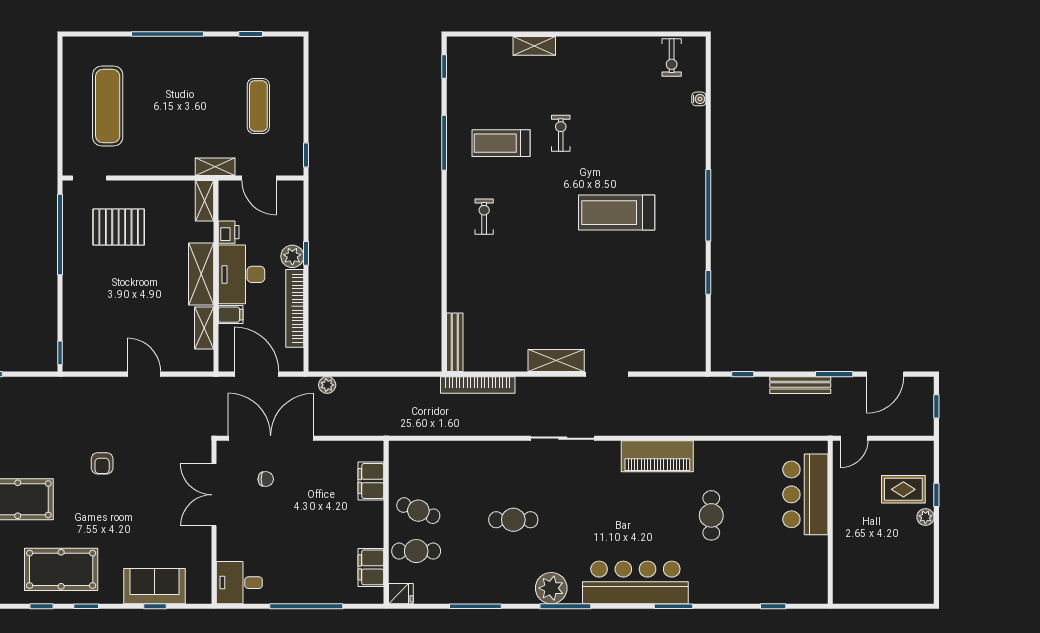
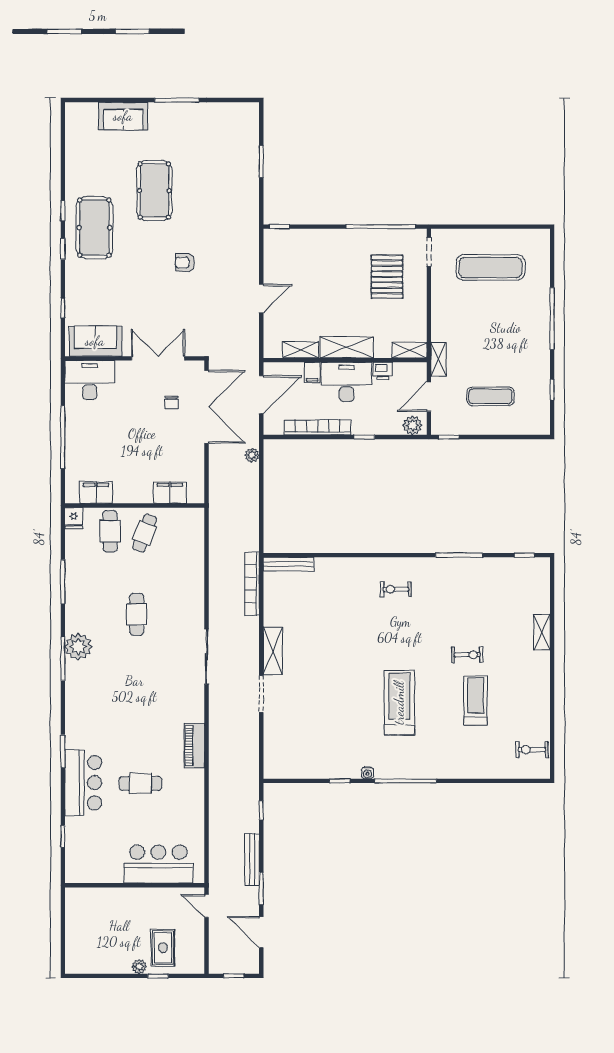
water cooler: (699, 99) -> (367, 773), moved
treadmill: (501, 143) -> (475, 700), moved
exercise bike: (484, 217) -> (396, 589), turned 180
plant: (292, 256) -> (412, 425), moved
piano: (657, 456) -> (194, 746), width x0.73, depth x0.75
bar counter: (635, 582) -> (83, 783), moved, width x0.73
desk: (239, 583) -> (90, 380), width x1.37
sofa: (154, 586) -> (95, 341), moved, turned -90

